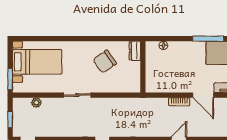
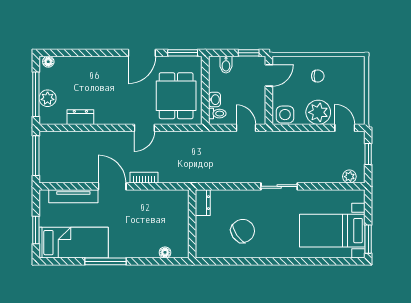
dresser: (135, 51) -> (203, 203), moved
window: (10, 79) -> (368, 239), moved
plant: (36, 103) -> (349, 177), moved

